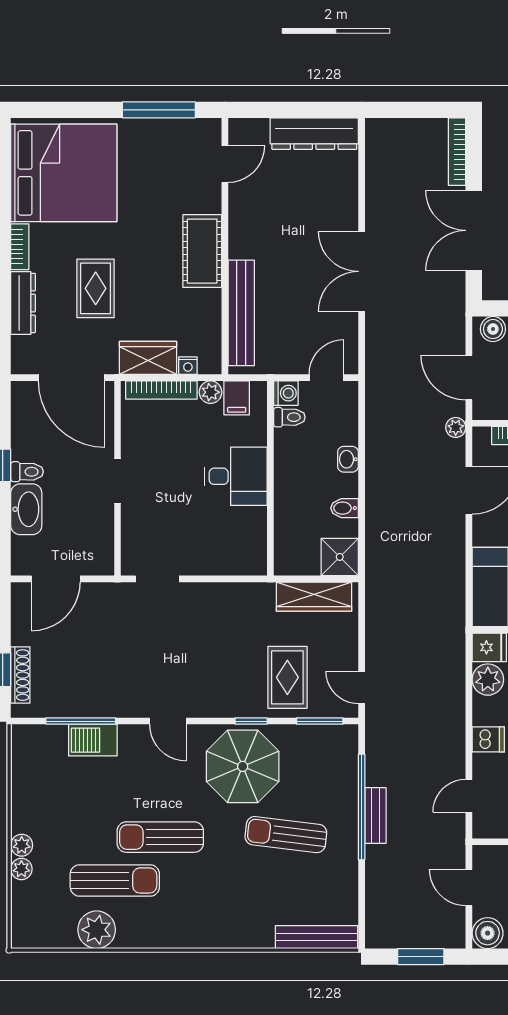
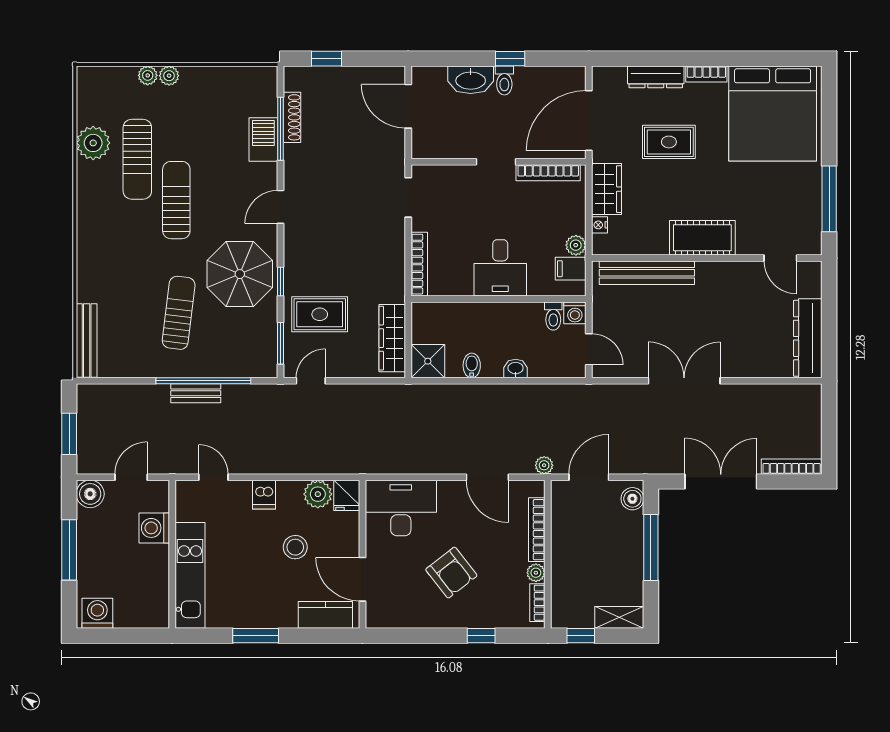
bookcase: (161, 390) -> (548, 173), moved, turned -90
bookcase: (232, 566) -> (419, 264), added
shoe rack: (20, 675) -> (292, 117), moved, turned -90

